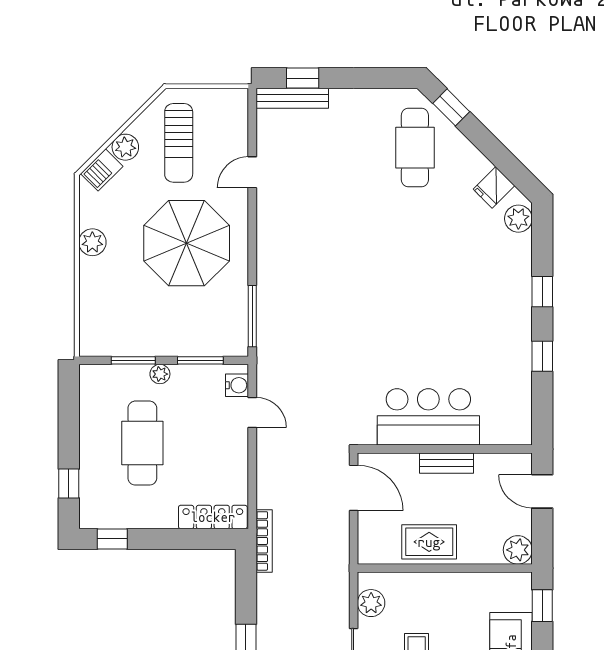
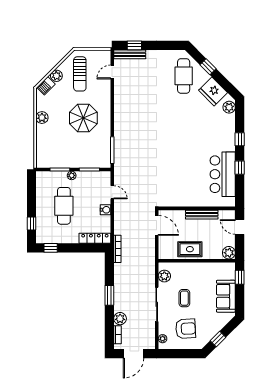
window: (451, 107) -> (208, 67), moved
door: (252, 172) -> (112, 72), moved
fridge: (494, 187) -> (213, 91), width x1.88, depth x1.34
parasol: (187, 243) -> (83, 118), width x0.73, depth x0.73
water cooler: (237, 385) -> (105, 210), moved
bar counter: (428, 417) -> (223, 174), moved, turned -90
bench: (446, 463) -> (202, 215), width x1.36

